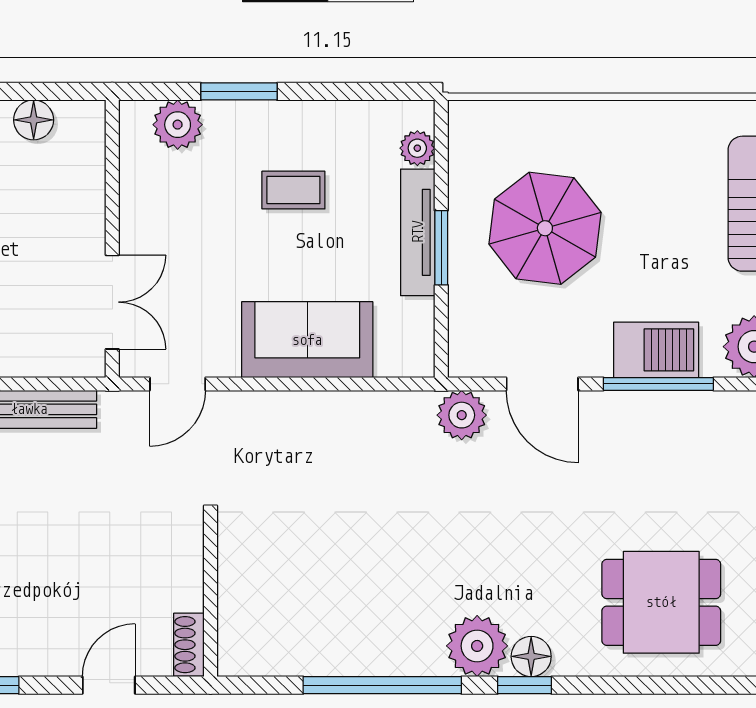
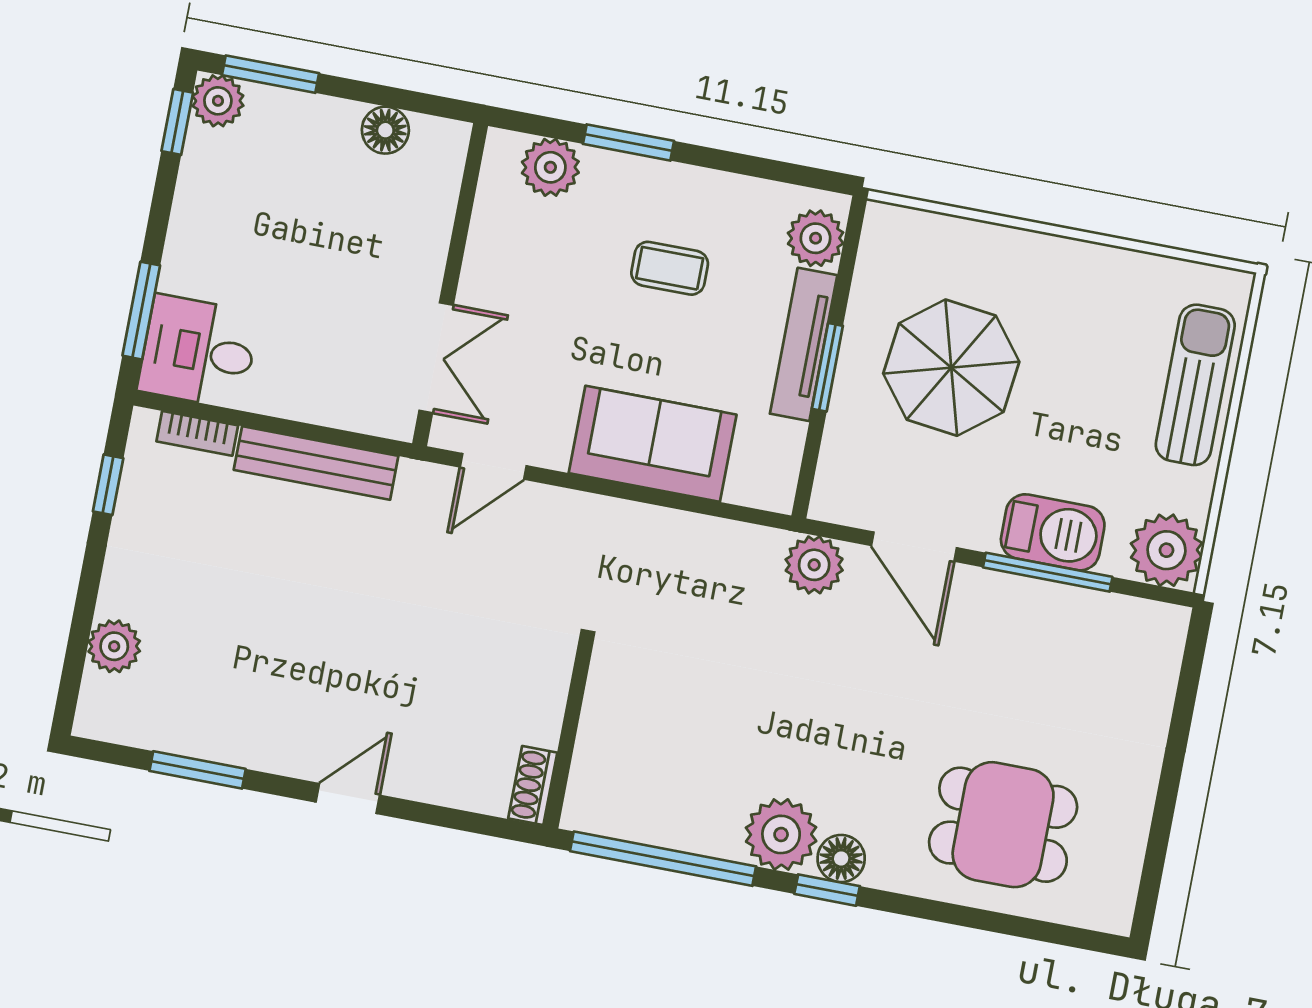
plant: (417, 148) -> (816, 238), width x1.38, depth x1.38
wall: (211, 598) -> (568, 736), moved
shoe rack: (189, 645) -> (533, 786), moved

